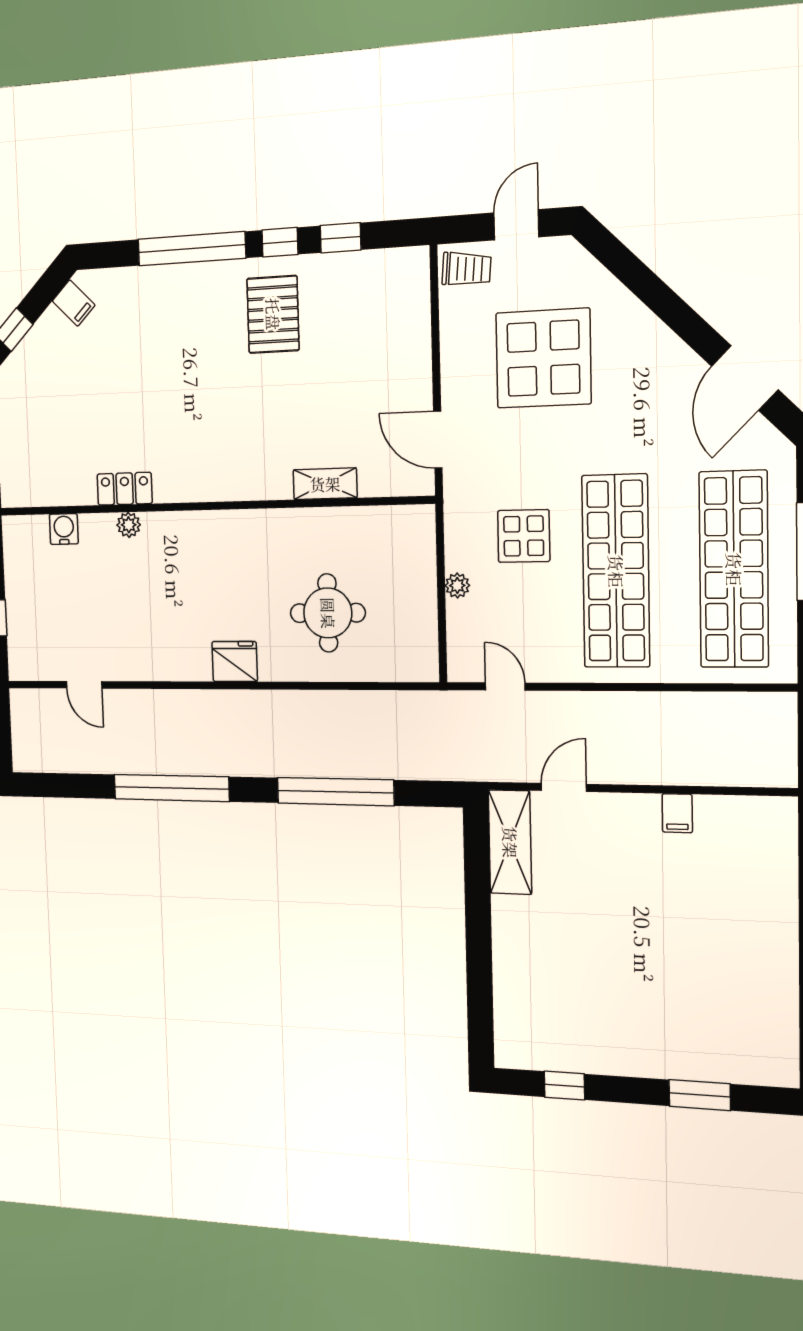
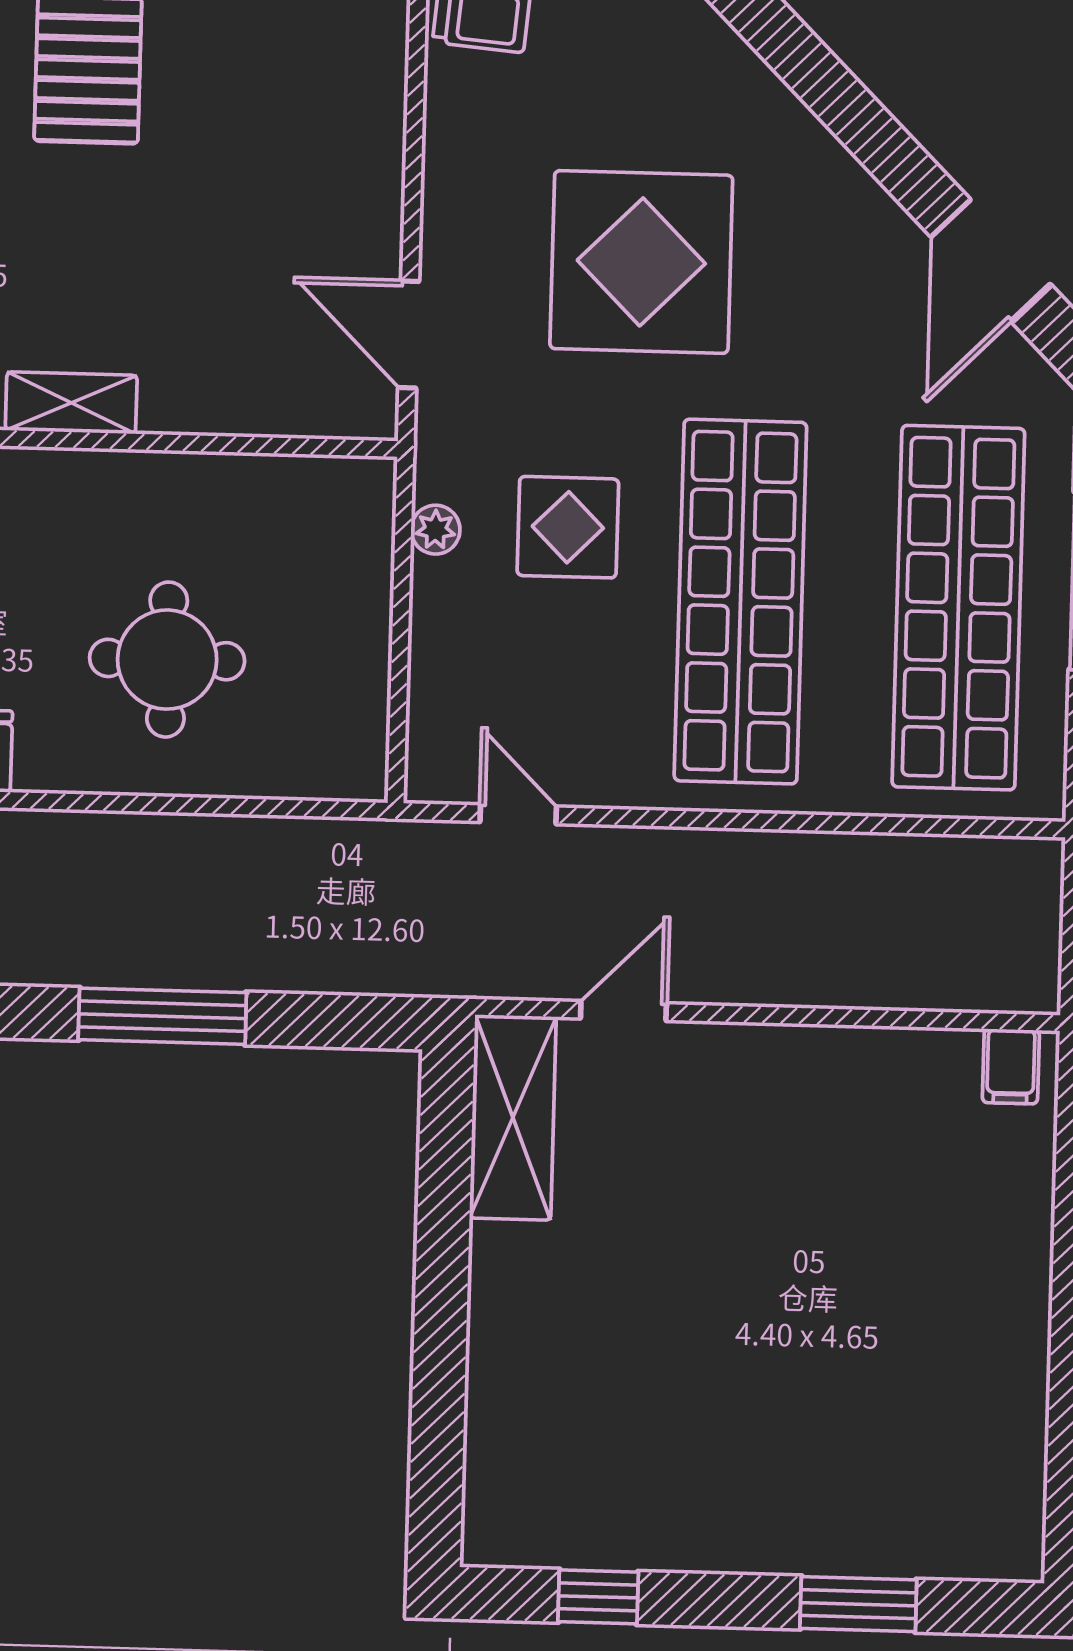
display table: (543, 358) -> (641, 262), moved
shelving: (325, 484) -> (71, 403), moved
plant: (457, 586) -> (436, 530), moved
window: (335, 792) -> (162, 1016), width x0.68
filing cabinet: (677, 813) -> (1011, 1066), moved

